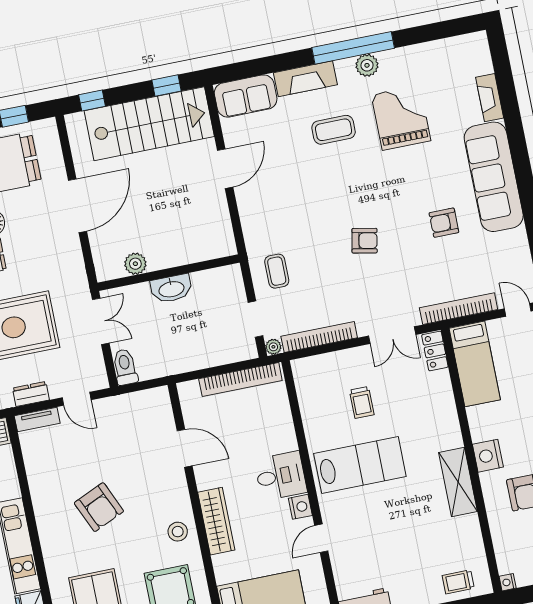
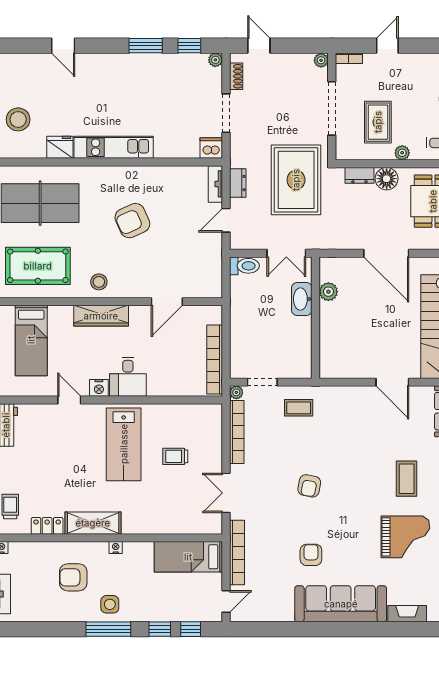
washbasin: (171, 289) -> (302, 299), moved
locker: (435, 351) -> (47, 526), moved
nightstand: (488, 456) -> (116, 548), width x0.53, depth x0.56

